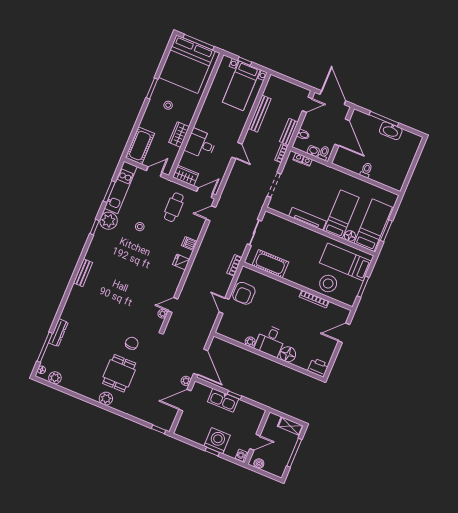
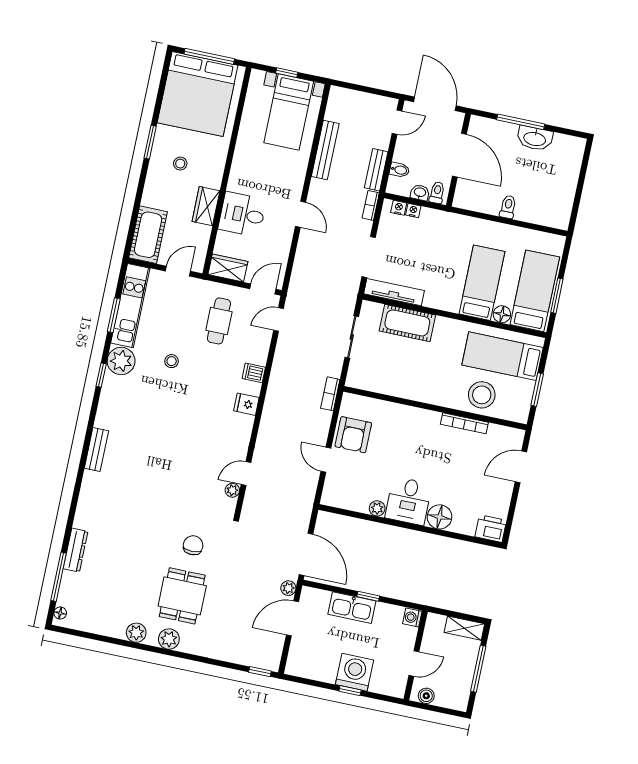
tv unit: (307, 219) -> (394, 292), moved
cot: (270, 264) -> (407, 323), moved
plant: (55, 378) -> (136, 633), moved
washing machine: (242, 456) -> (412, 617), moved

